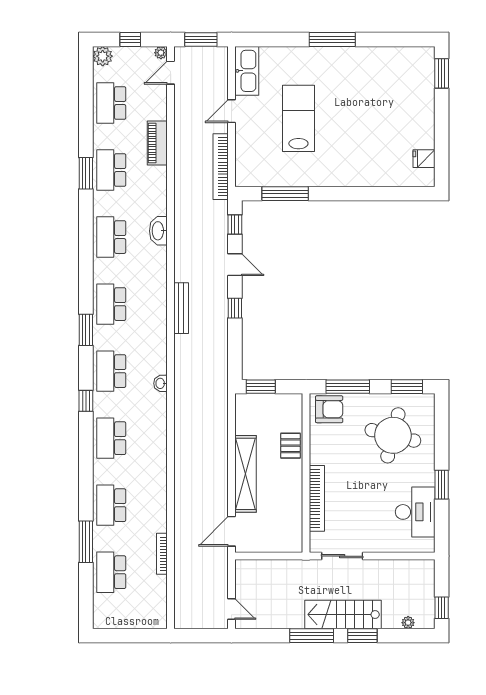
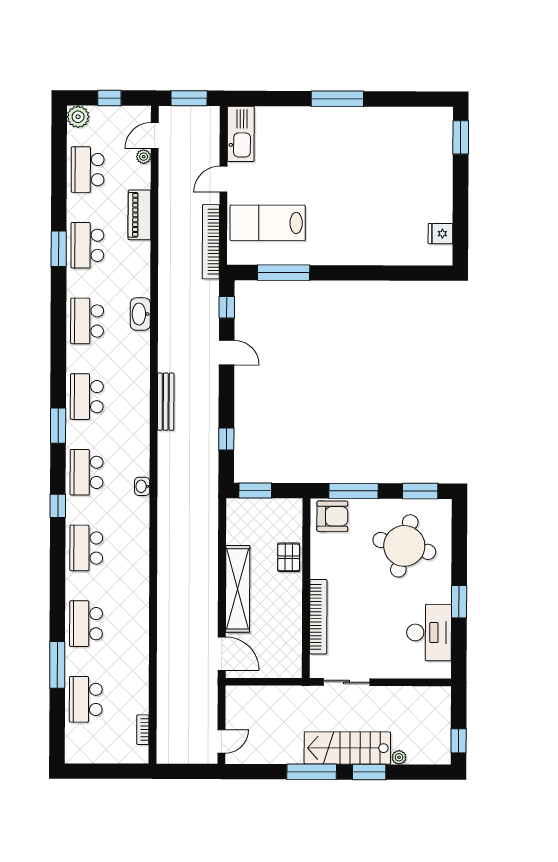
plant: (161, 53) -> (144, 157), moved
lab bench: (298, 118) -> (268, 223), moved, turned -90
window: (235, 308) -> (226, 439), moved
door: (232, 531) -> (222, 654), swing flipped
bookcase: (162, 554) -> (143, 730), moved, width x0.64
door: (232, 609) -> (221, 741), hinge flipped
plant: (408, 623) -> (399, 757), moved

